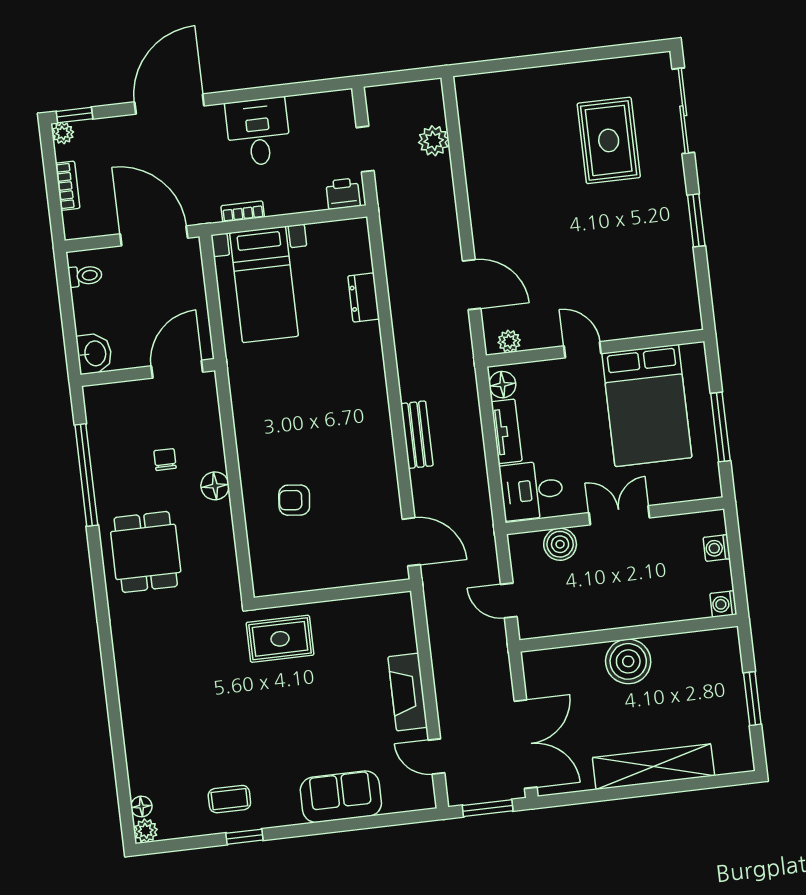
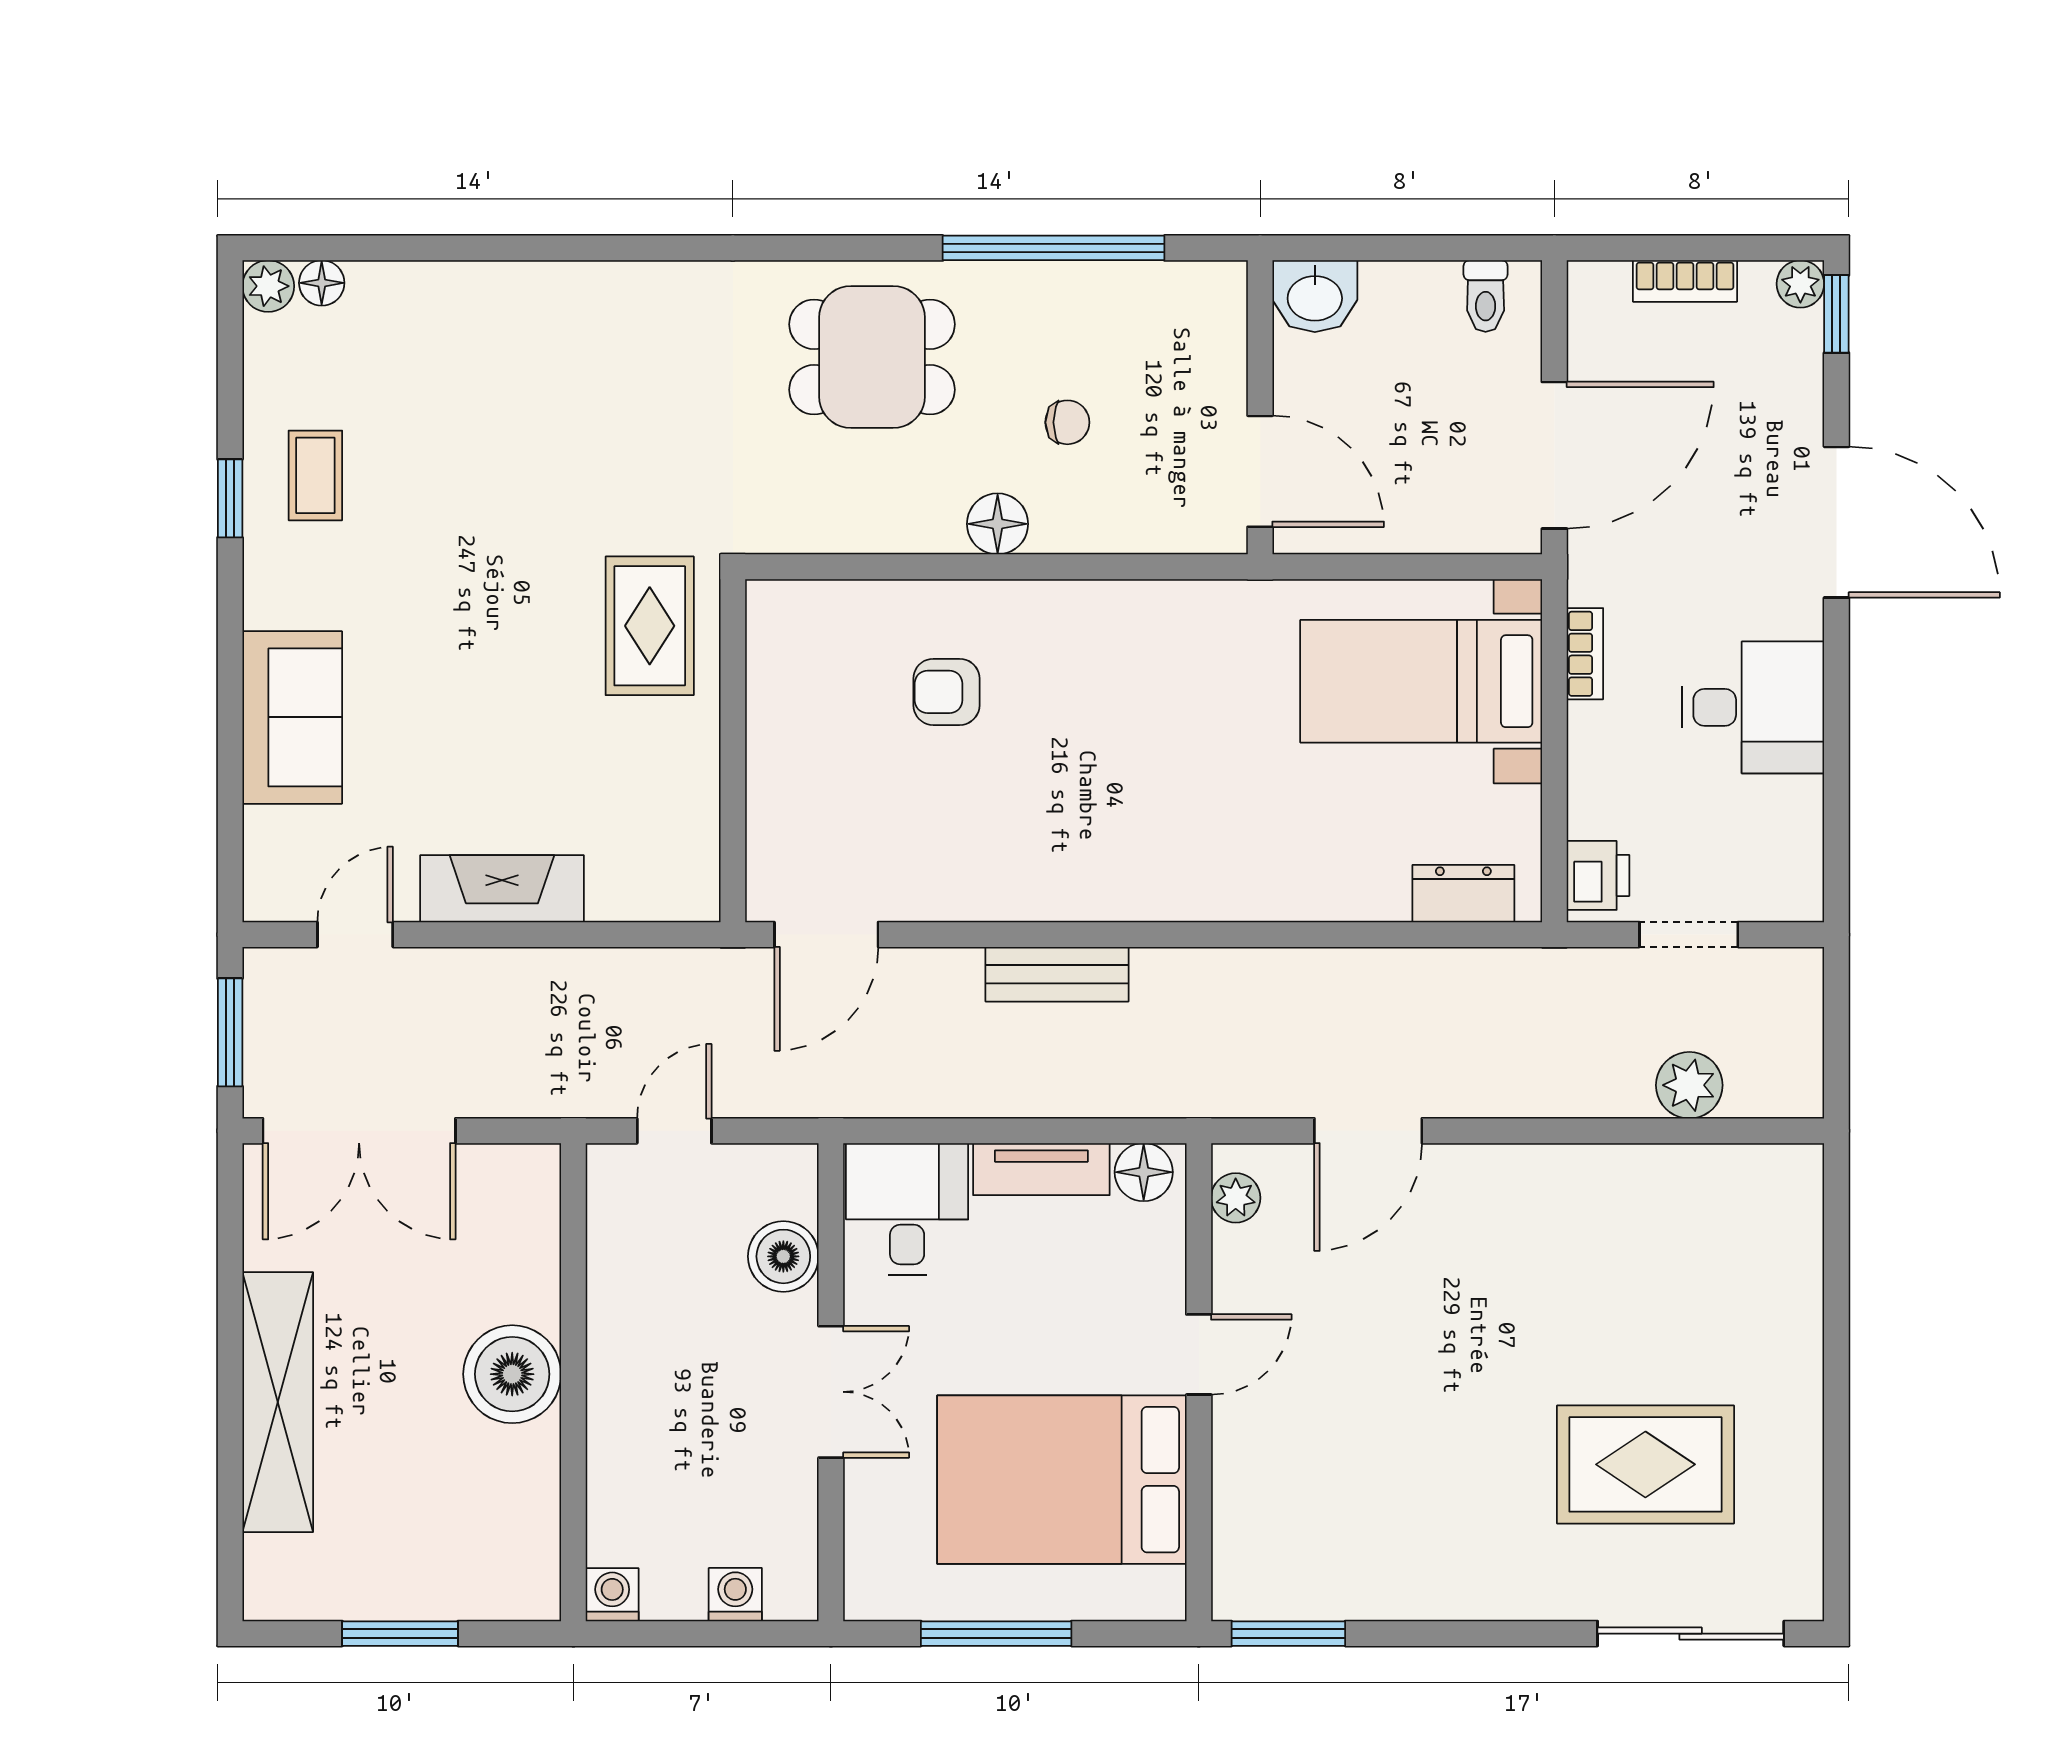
window: (696, 220) -> (1288, 1634), moved
dresser: (364, 298) -> (1463, 894), moved
armchair: (294, 500) -> (946, 692), turned -96

